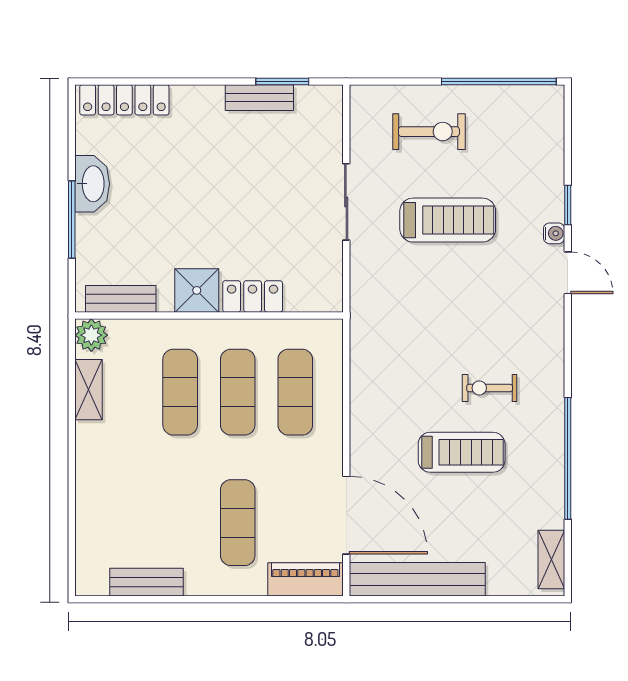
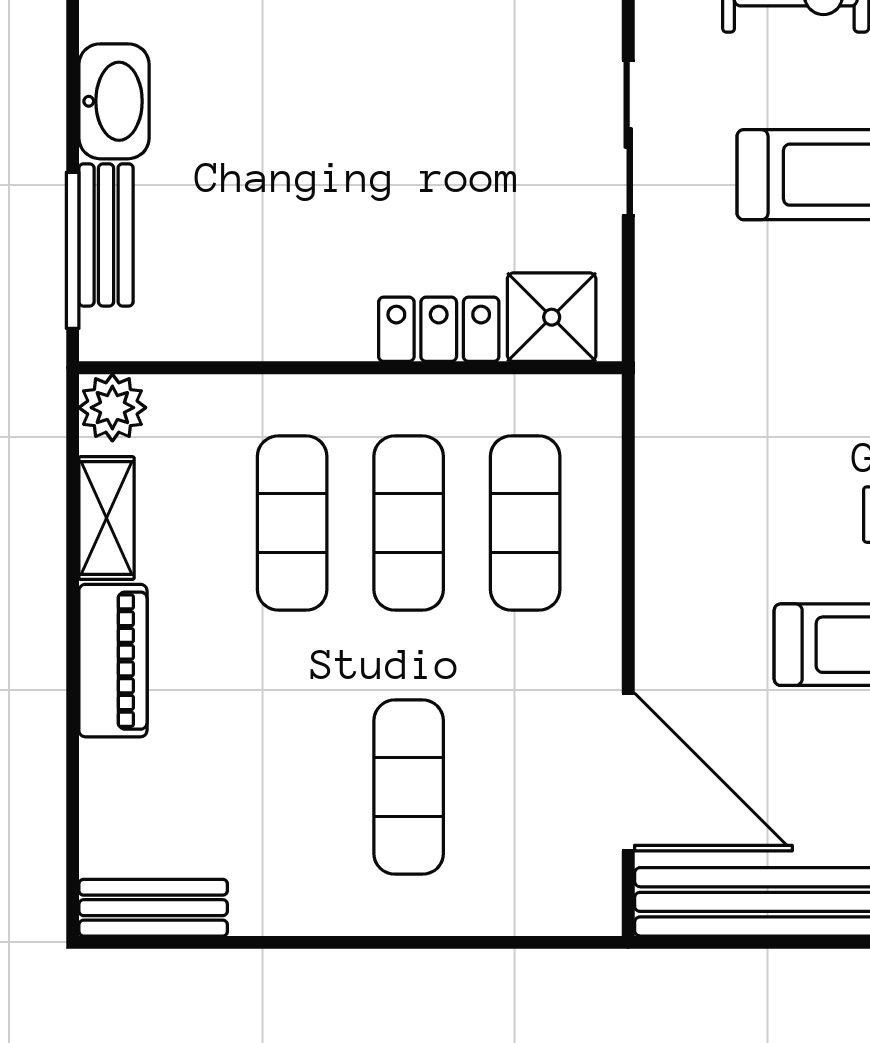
window: (72, 219) -> (73, 250), moved
shower: (197, 290) -> (552, 317), moved
bench: (121, 299) -> (106, 235), moved, turned 90
piano: (305, 579) -> (113, 661), moved, turned 90
bench: (147, 582) -> (153, 908), moved

